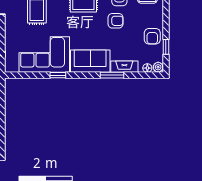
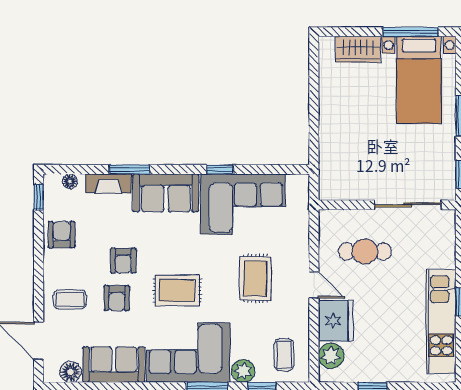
armchair: (116, 21) -> (123, 261), turned -90
window: (166, 47) -> (39, 197), moved
plant: (158, 67) -> (52, 183), removed

